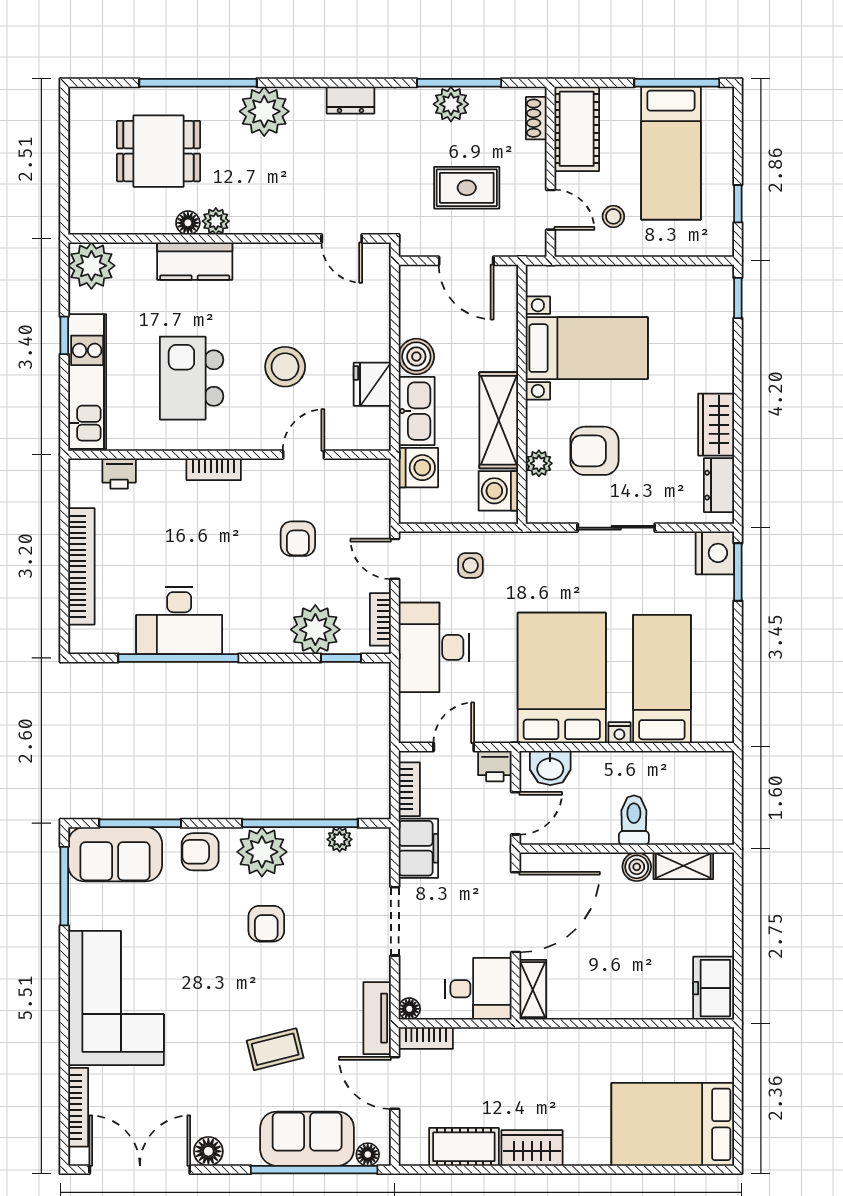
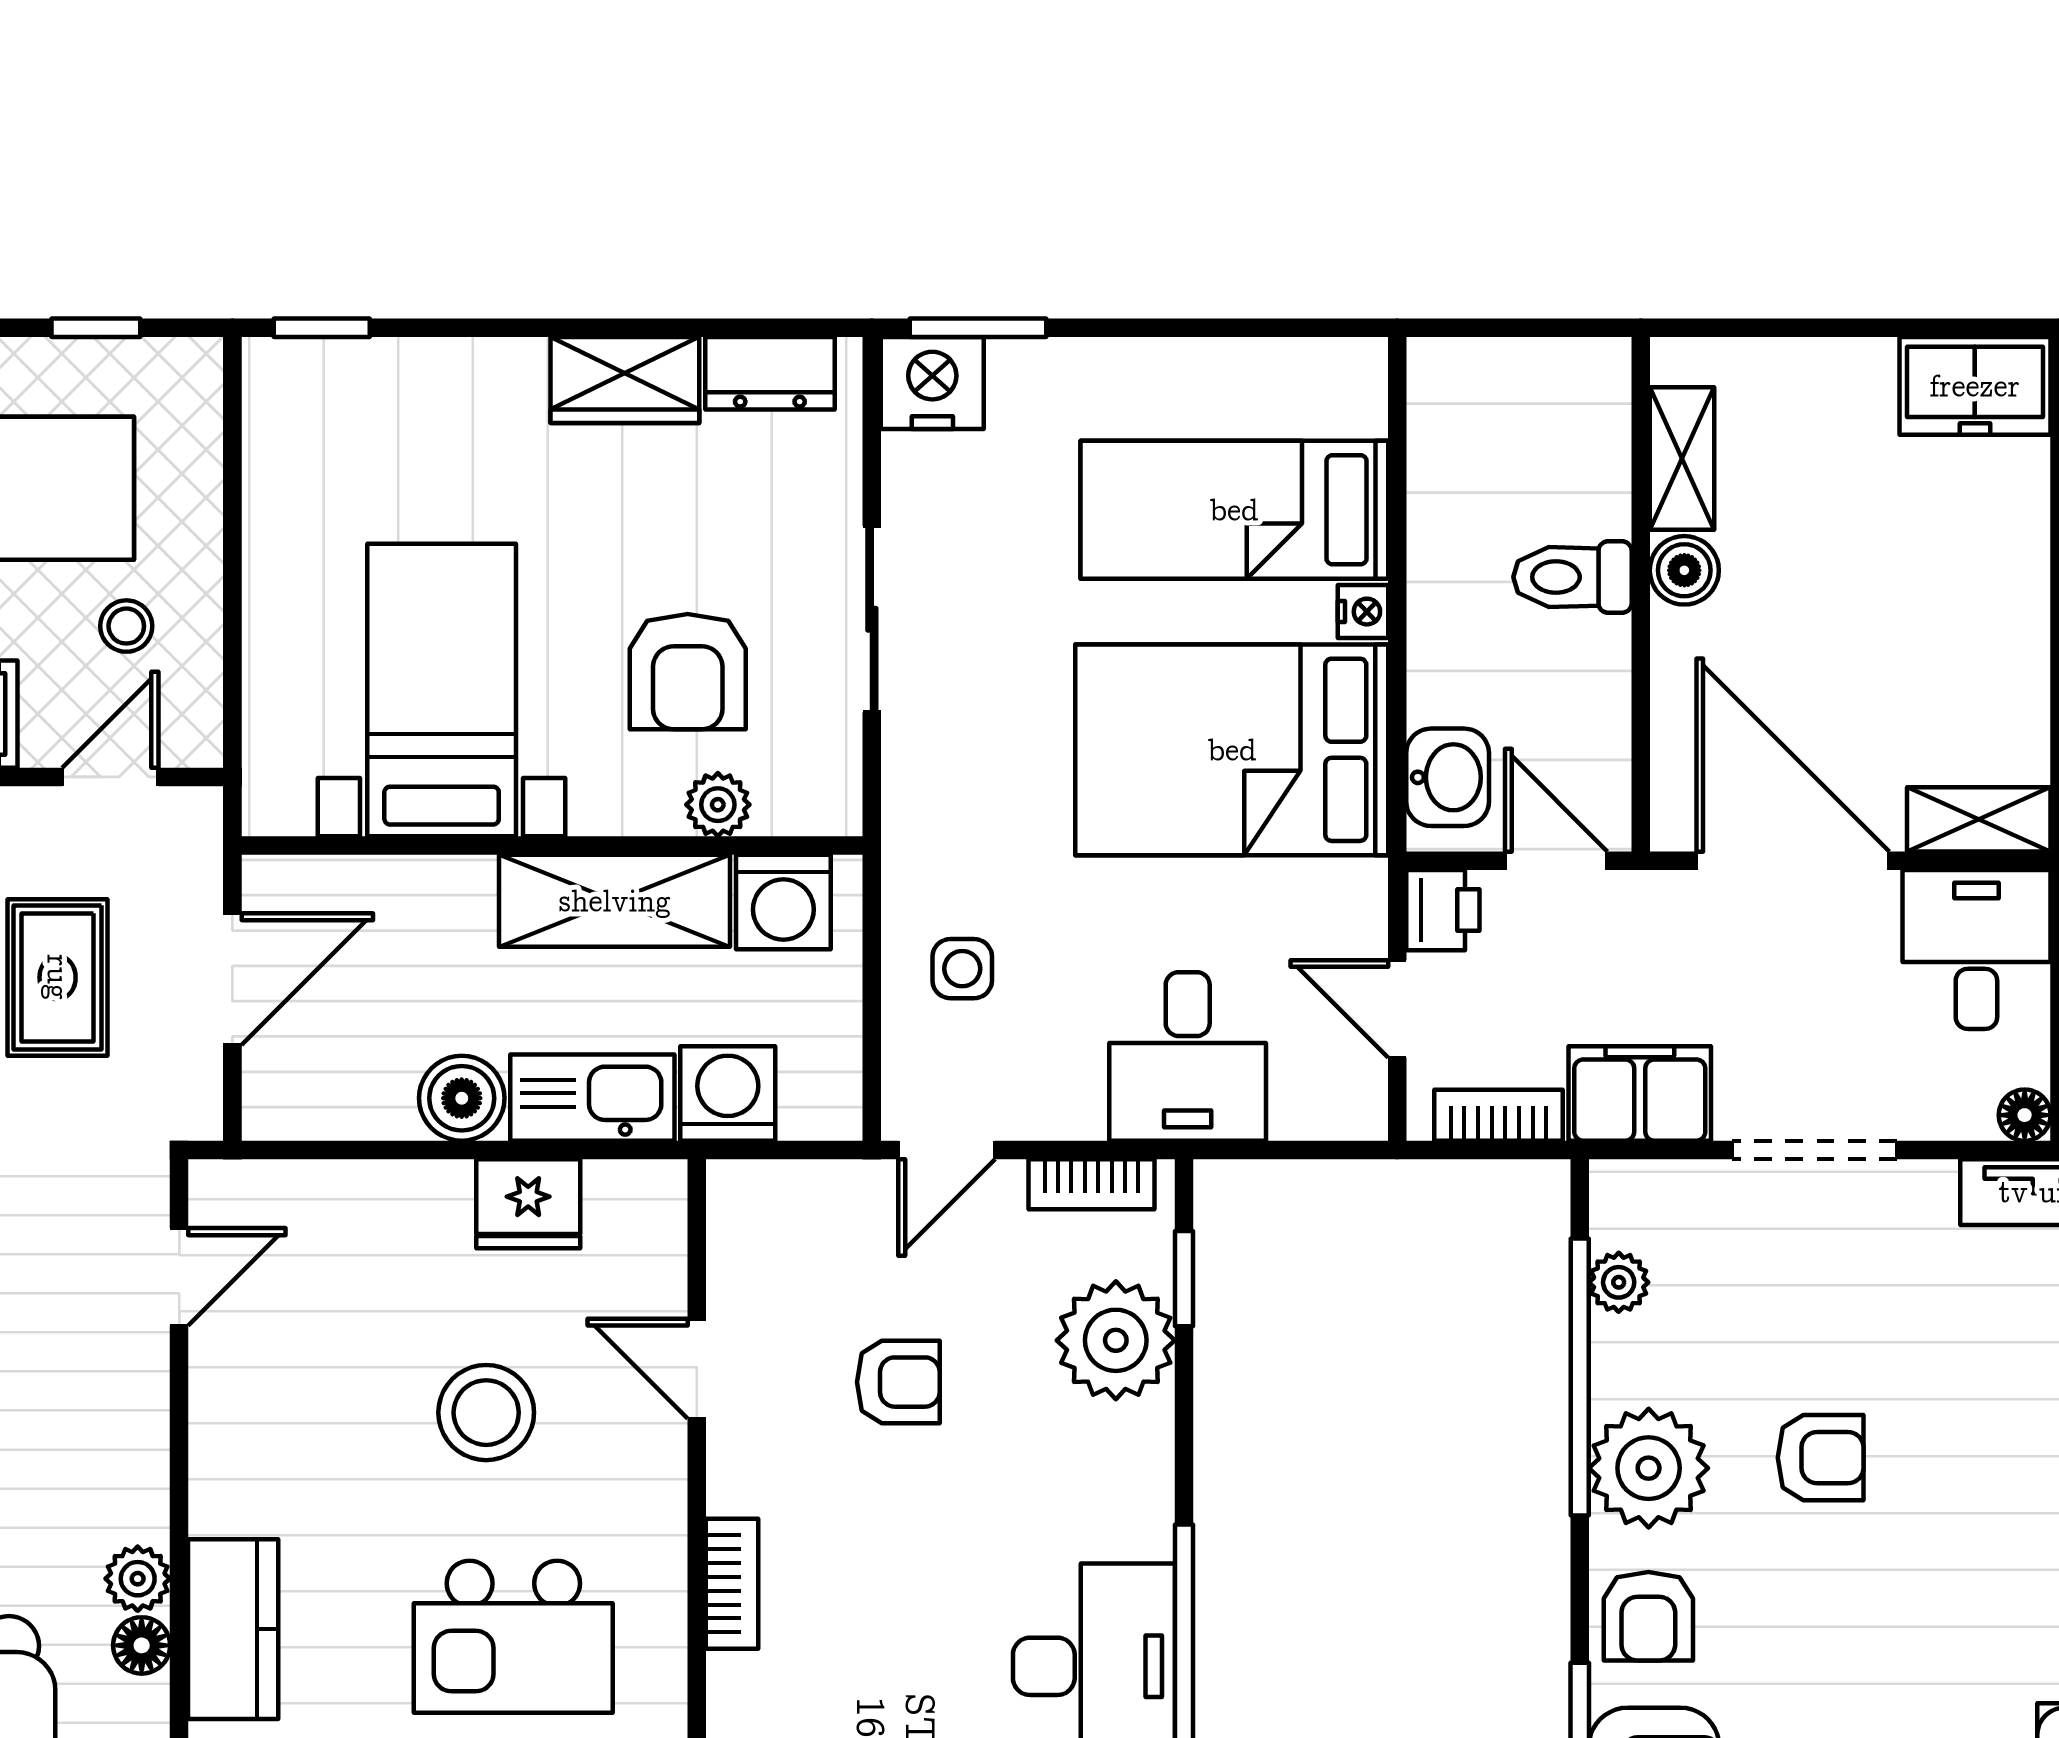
desk: (434, 647) -> (1188, 1056), width x0.73

